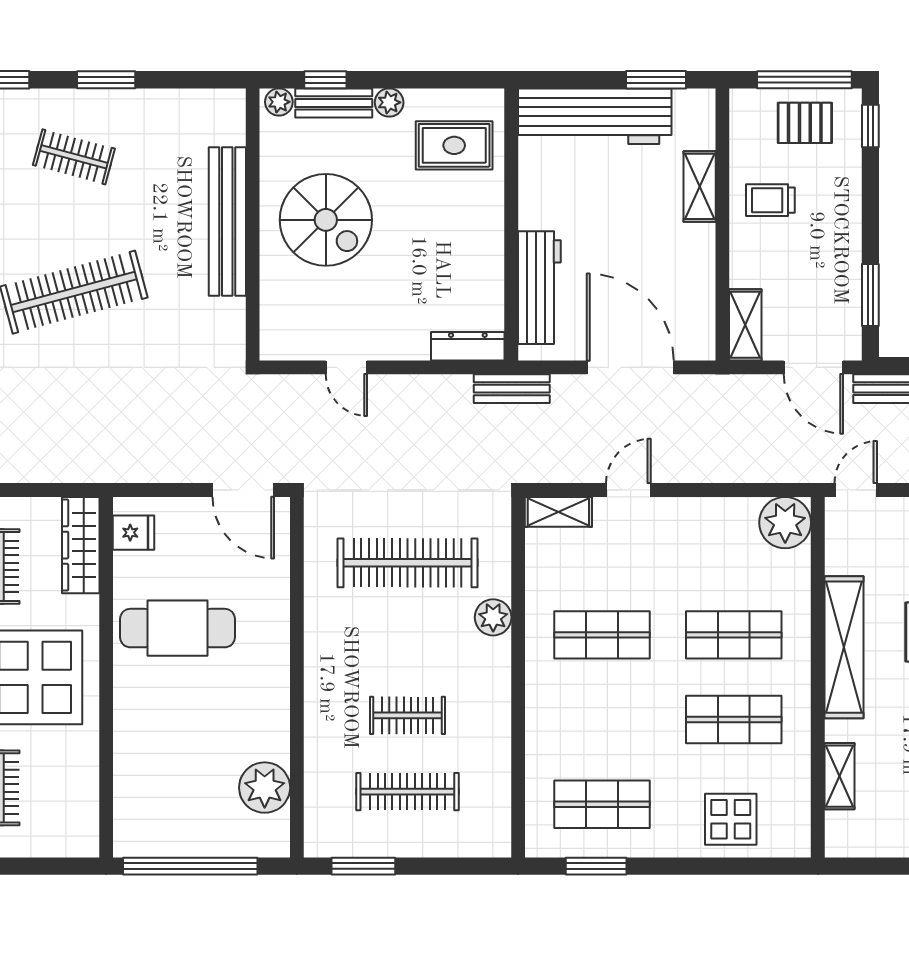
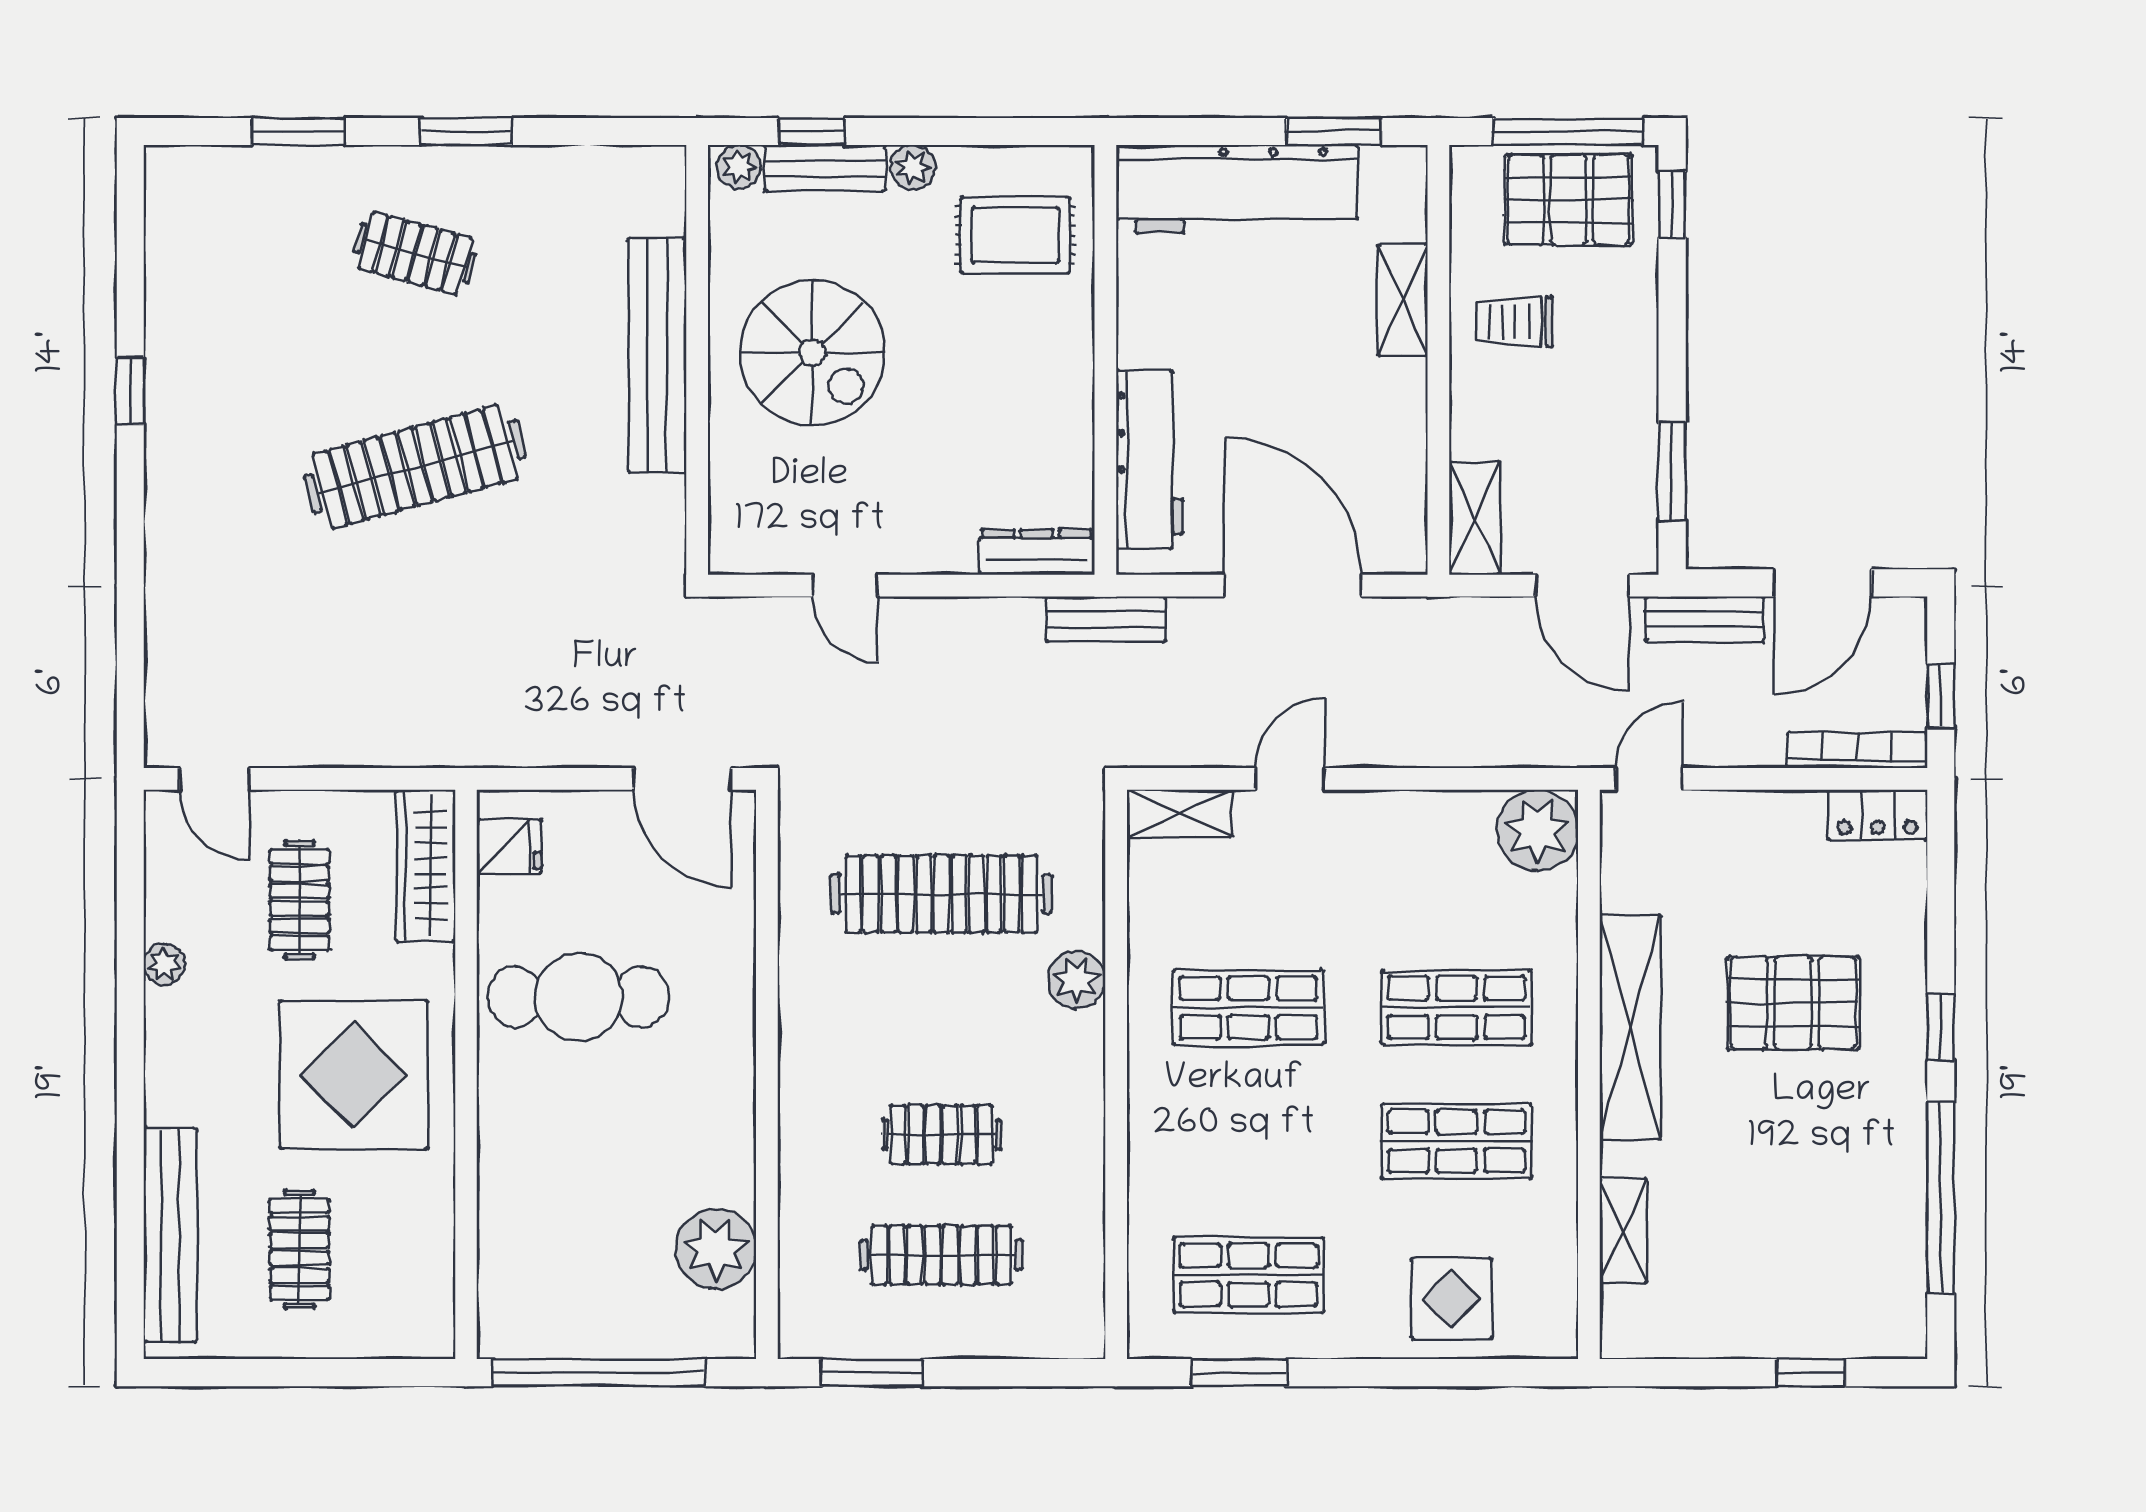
pallet: (805, 123) -> (1569, 200), width x1.50, depth x1.42

